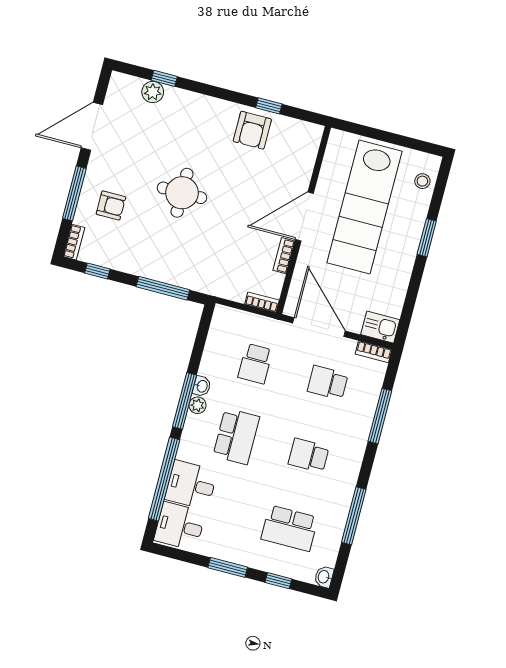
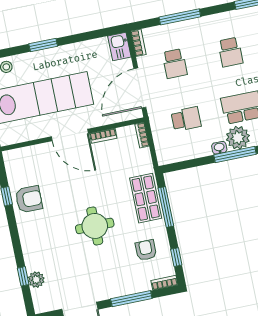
armchair: (111, 206) -> (146, 250), moved
shop shelf: (185, 269) -> (146, 198), added
plant: (198, 405) -> (238, 138), width x1.88, depth x1.88

